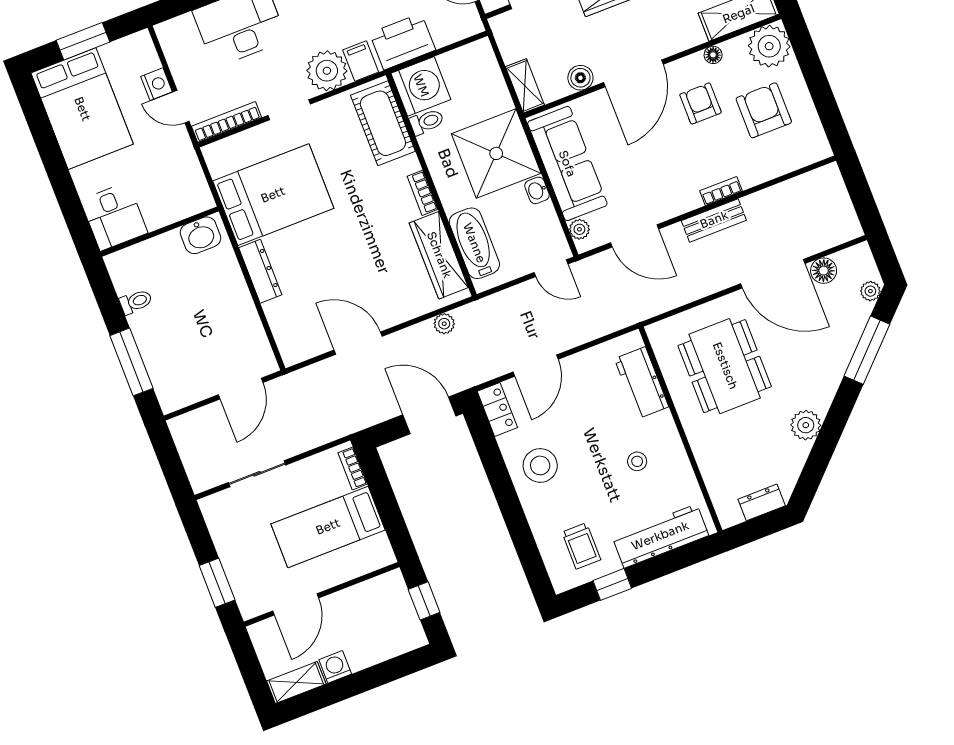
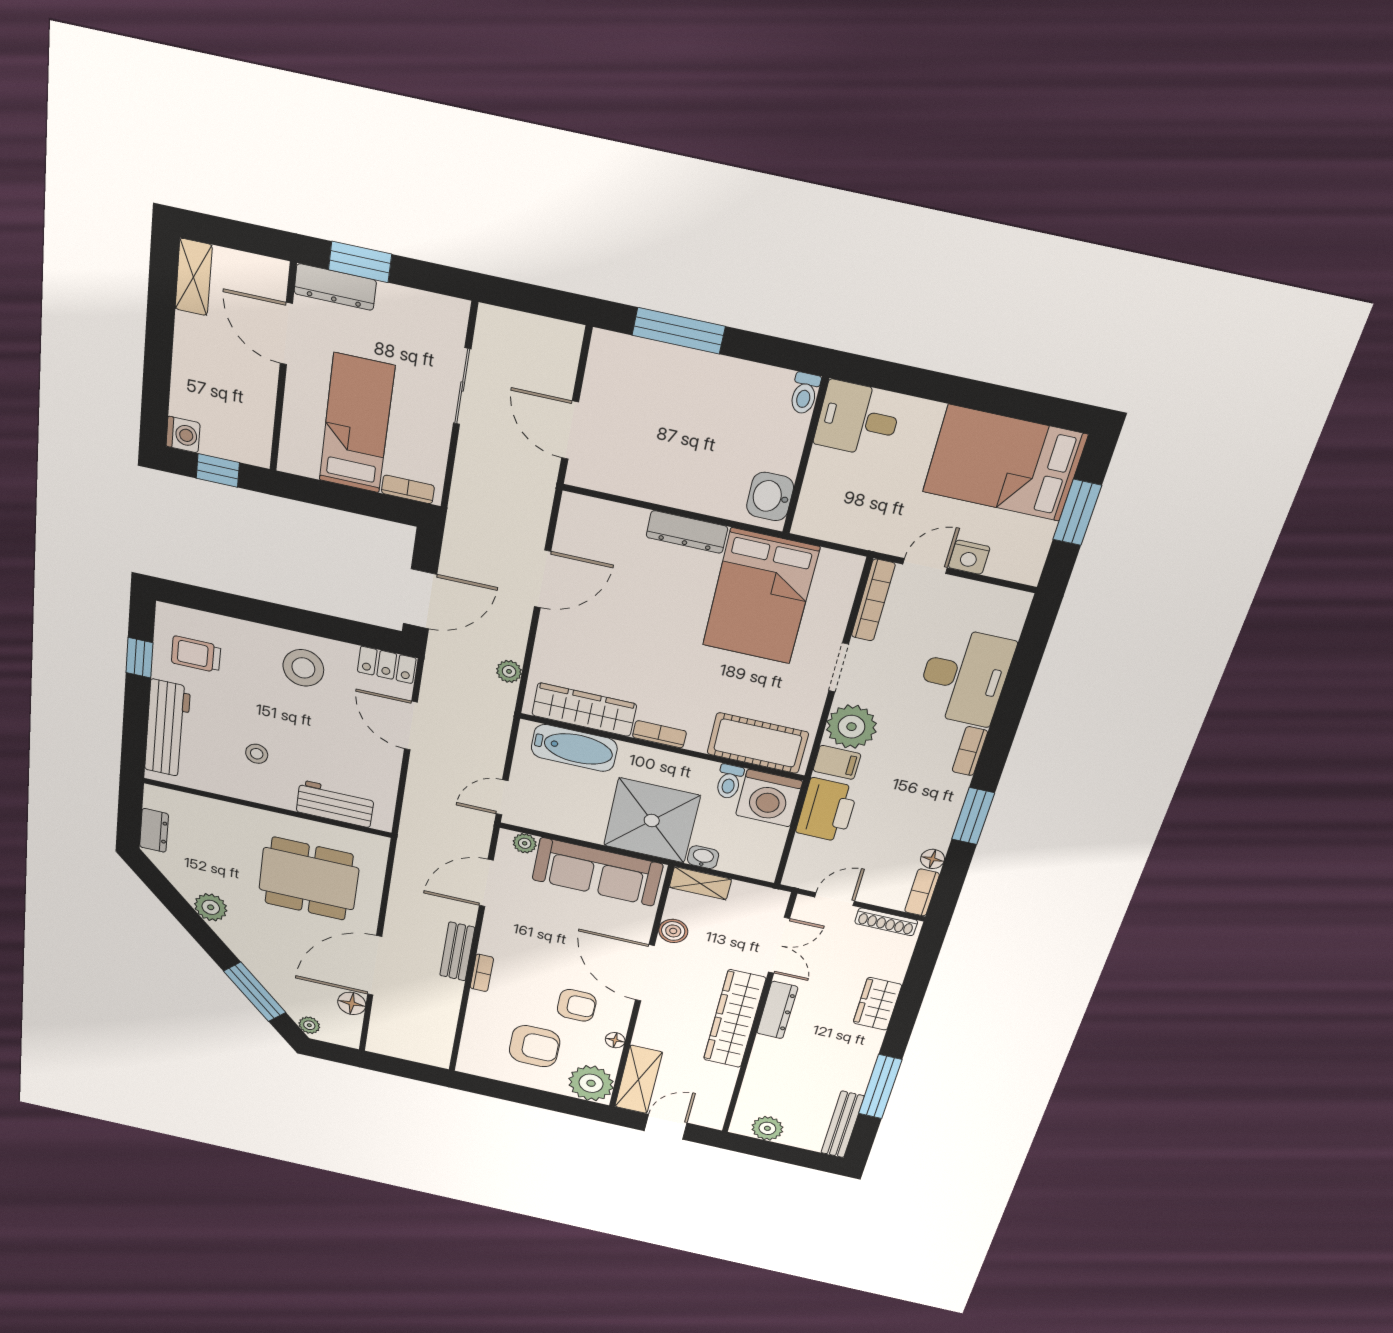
washbasin: (537, 190) -> (703, 857), moved
toilet: (136, 302) -> (805, 393), moved
dresser: (244, 590) -> (335, 287), added
washing machine: (335, 667) -> (183, 435), moved

